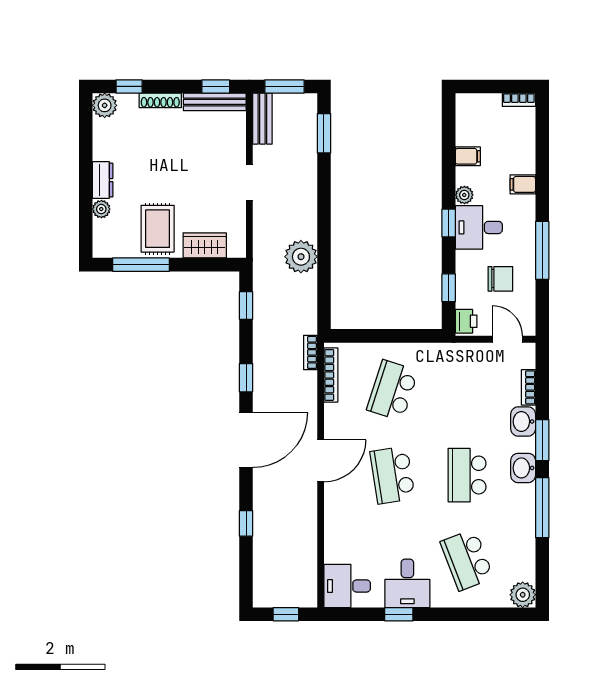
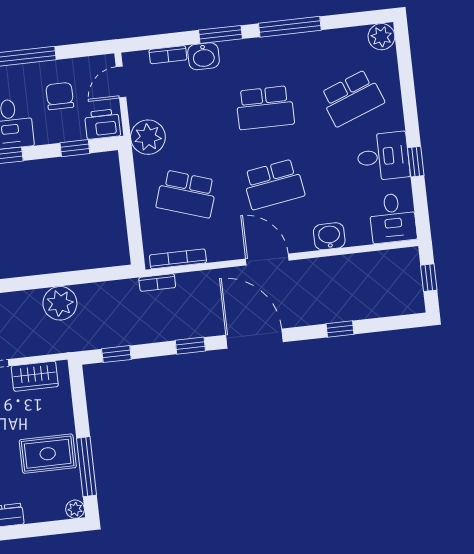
plant: (101, 209) -> (75, 509), moved
wardrobe: (205, 245) -> (35, 376), moved, turned -90
printer: (466, 321) -> (103, 124), width x1.36, depth x1.24
plant: (451, 359) -> (148, 137), added
washbasin: (523, 468) -> (329, 236), moved, turned 180

